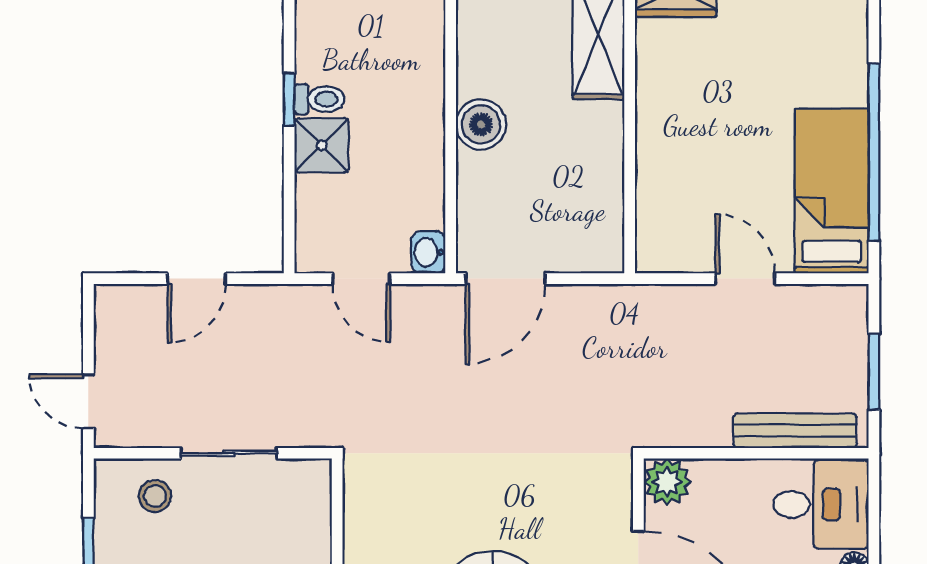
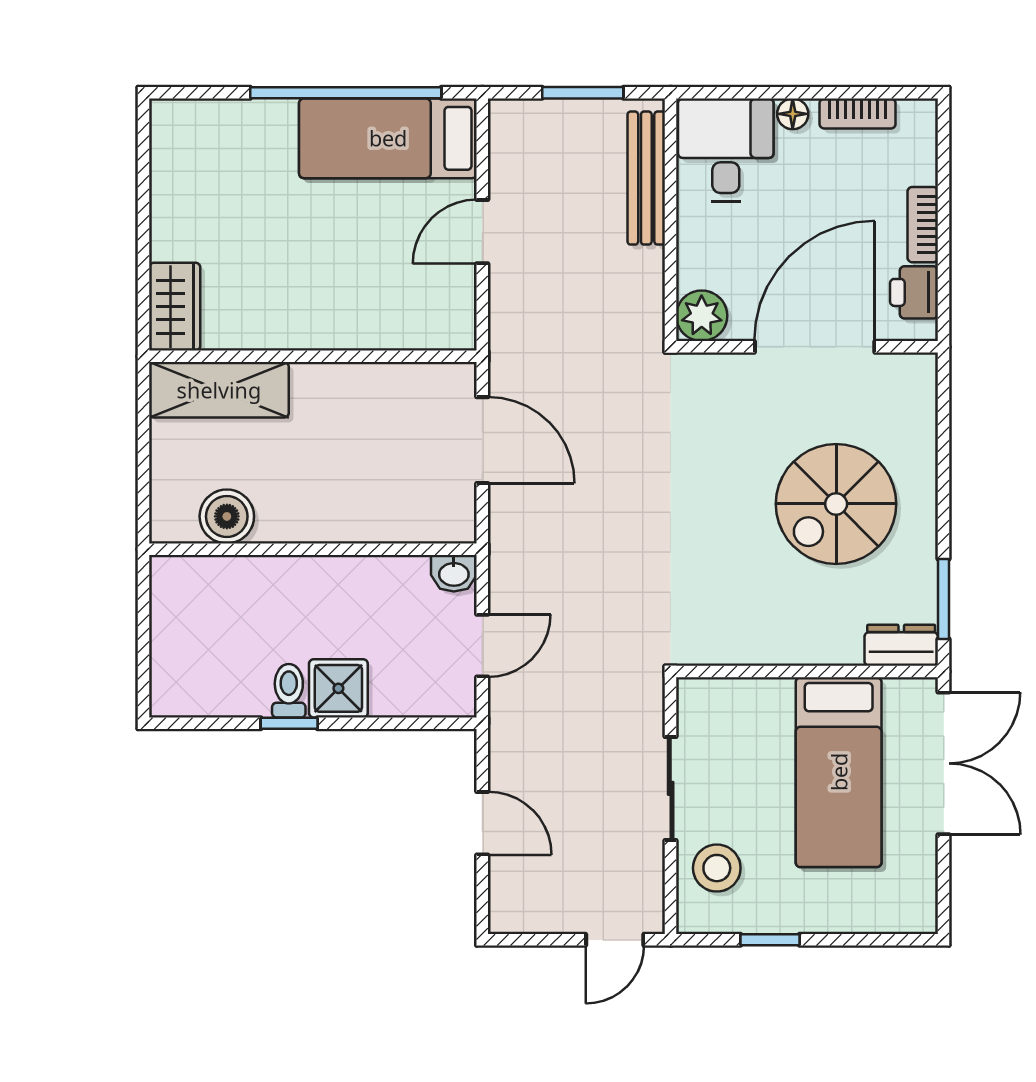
boiler: (481, 124) -> (227, 516), moved
door: (505, 279) -> (482, 440), moved
stool: (155, 496) -> (717, 868), width x1.37, depth x1.37

